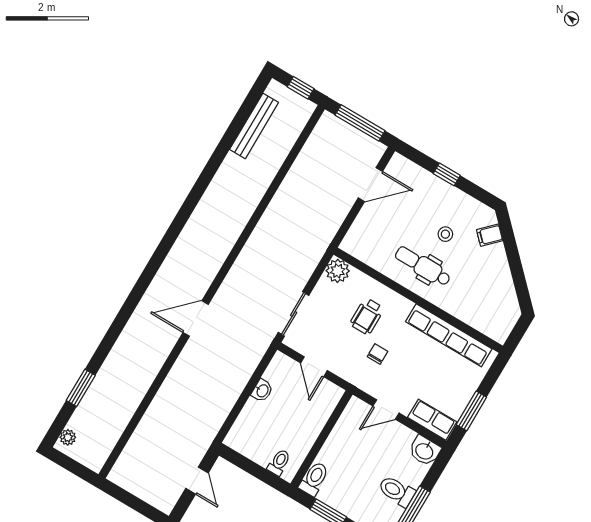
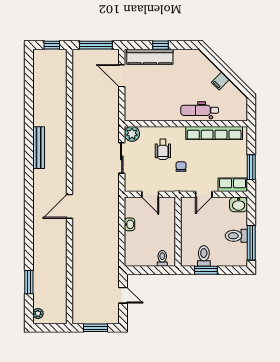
bench: (254, 126) -> (39, 148), moved
kitchen counter: (423, 182) -> (150, 57), added
door: (370, 185) -> (122, 76), swing flipped
stool: (445, 234) -> (179, 78), removed
filing cabinet: (490, 235) -> (220, 81), moved
dental chair: (423, 266) -> (200, 110), moved
sliding door: (294, 314) -> (122, 158), moved
toilet: (314, 479) -> (204, 256), moved
window: (134, 502) -> (96, 328), added

